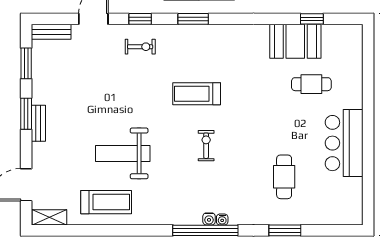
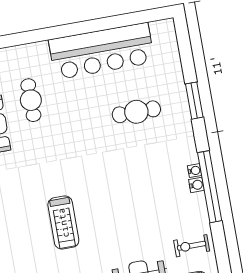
bar counter: (344, 143) -> (102, 51), width x1.36
exercise bike: (206, 146) -> (192, 246), moved

